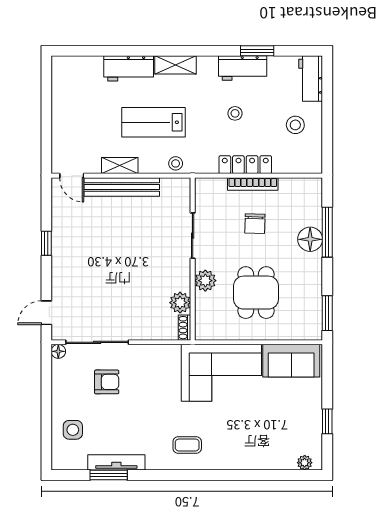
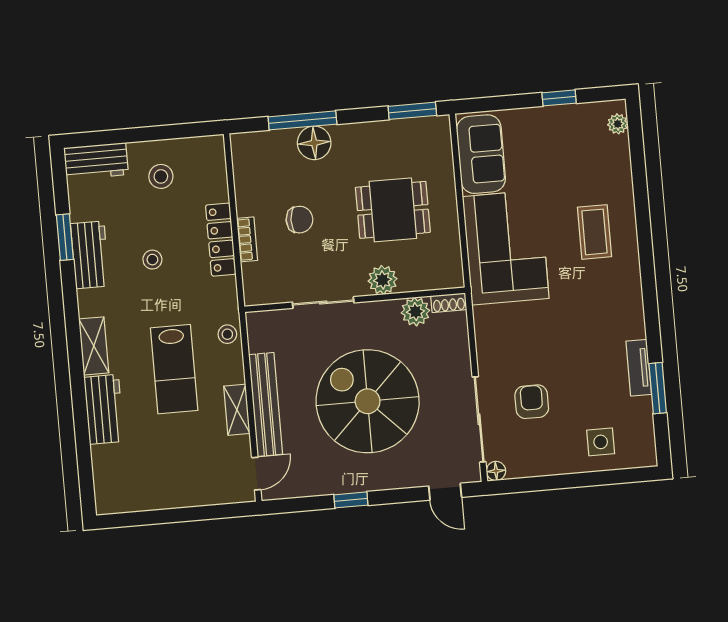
bookcase: (253, 184) -> (247, 239), width x0.64
spiral stairs: (118, 262) -> (368, 401), added
coffee table: (187, 445) -> (594, 232), moved, width x1.36, depth x1.30
tv unit: (116, 462) -> (639, 368), width x0.71

